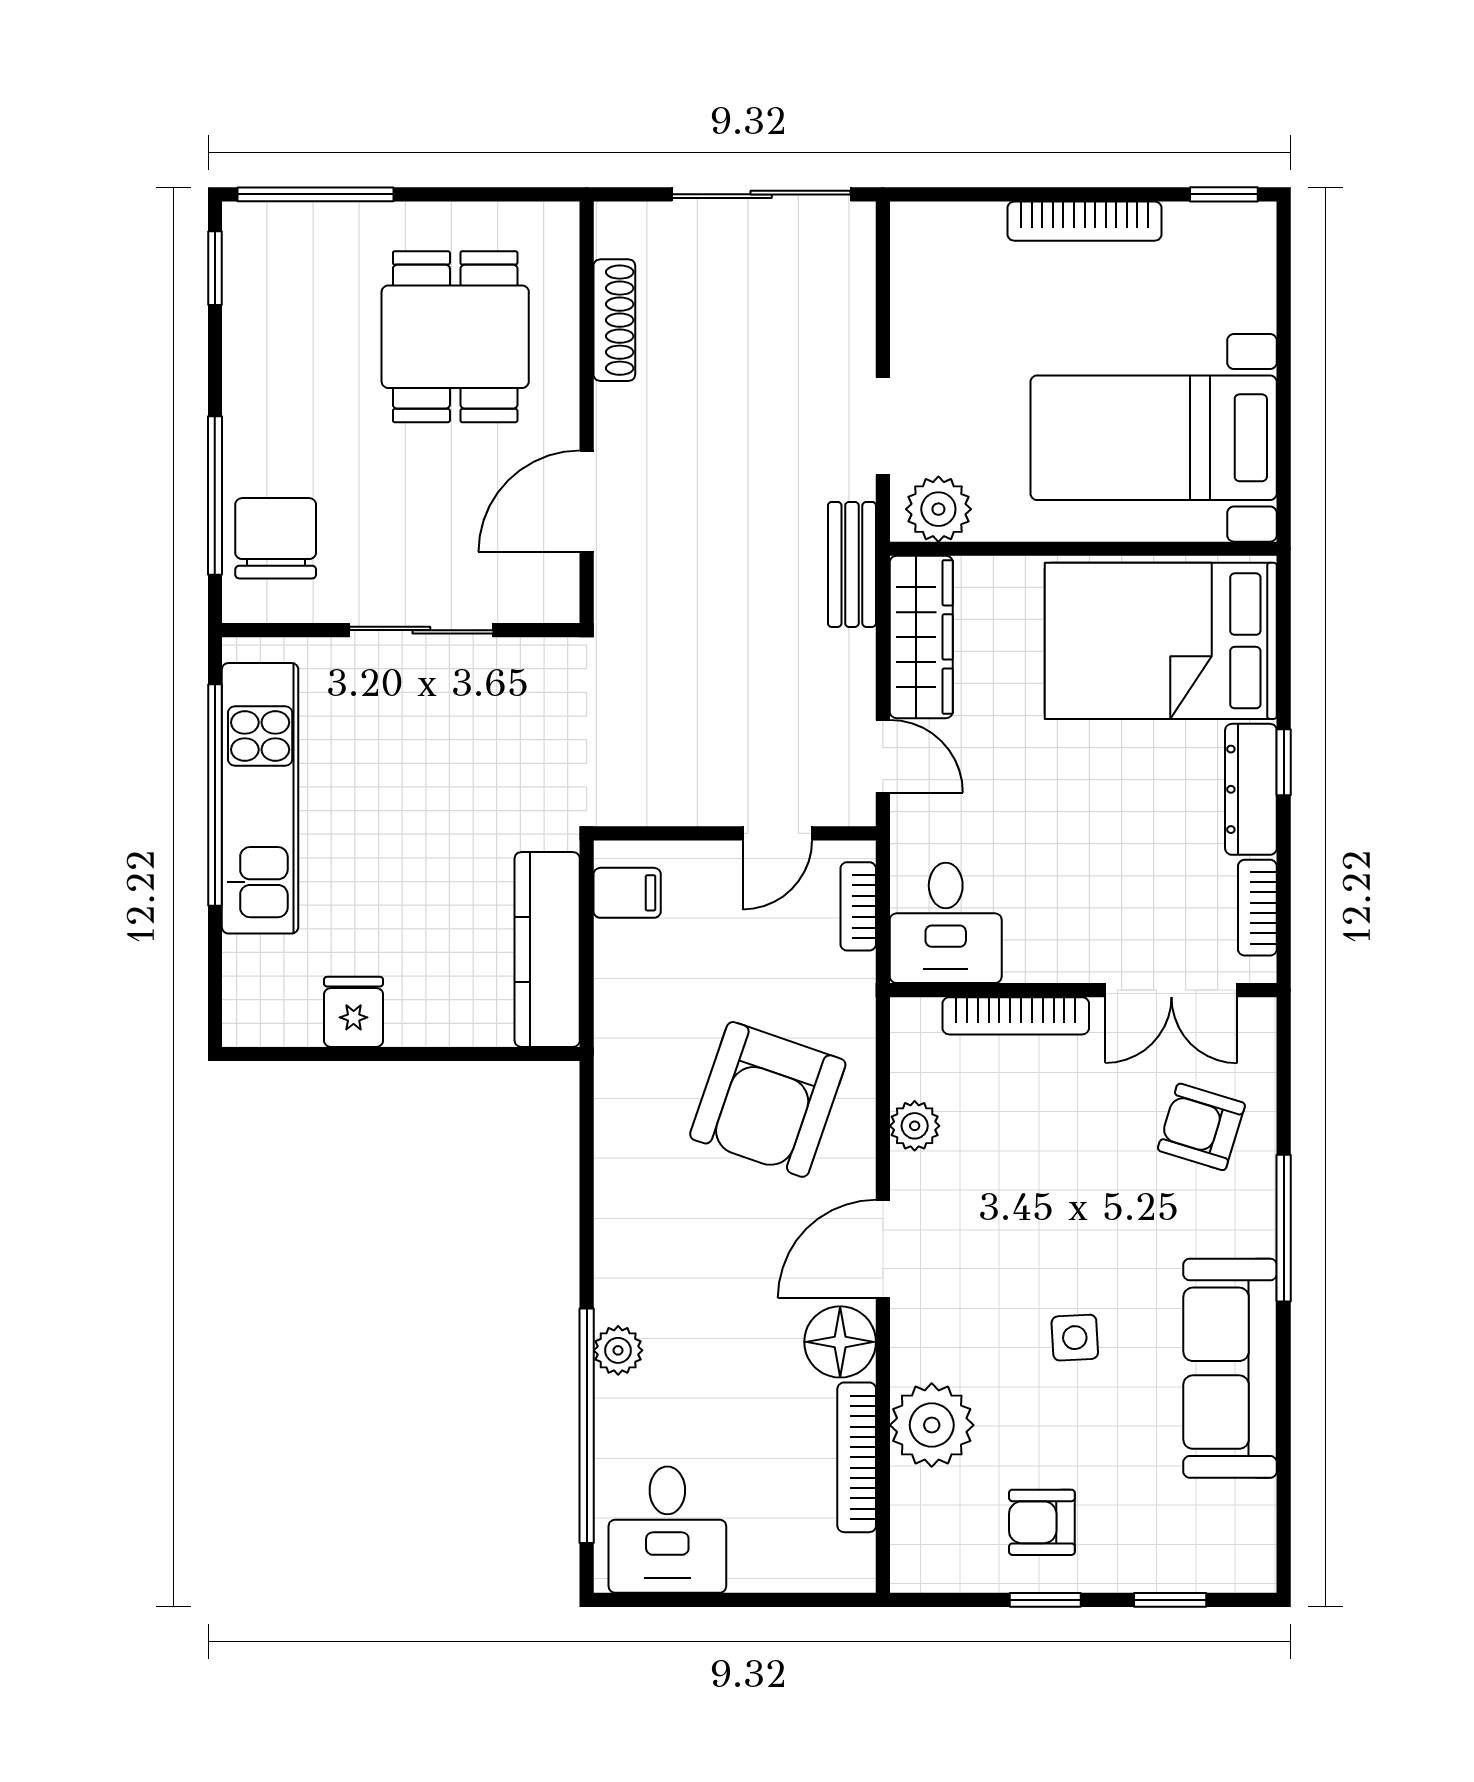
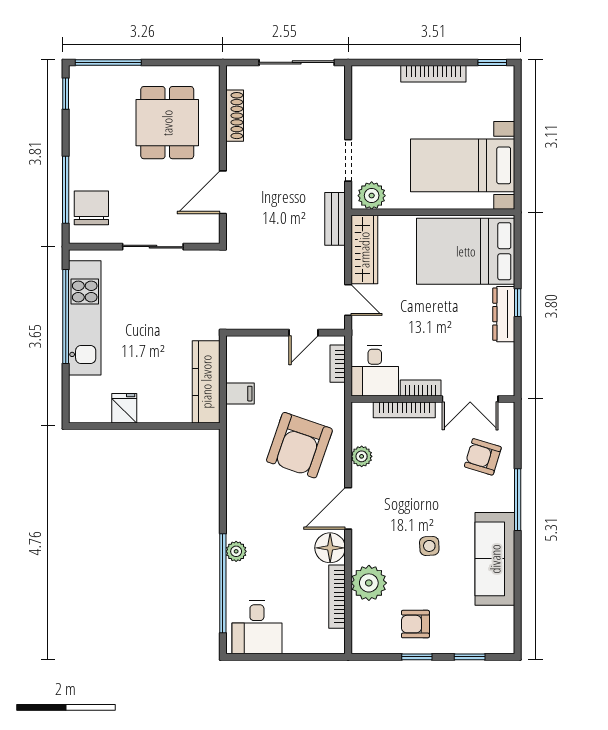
filing cabinet: (627, 893) -> (240, 394), moved
bookcase: (1257, 908) -> (421, 388), moved, turned 90

